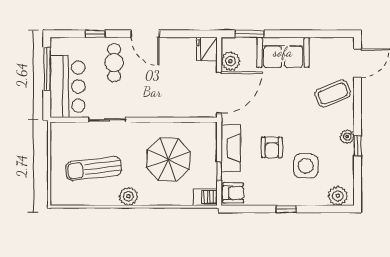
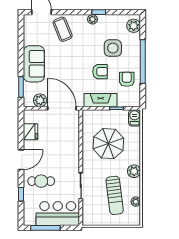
fridge: (207, 49) -> (31, 132), moved, turned -90
armchair: (233, 193) -> (127, 79), moved
plant: (85, 199) -> (136, 202), added
window: (286, 209) -> (143, 61), width x3.17

